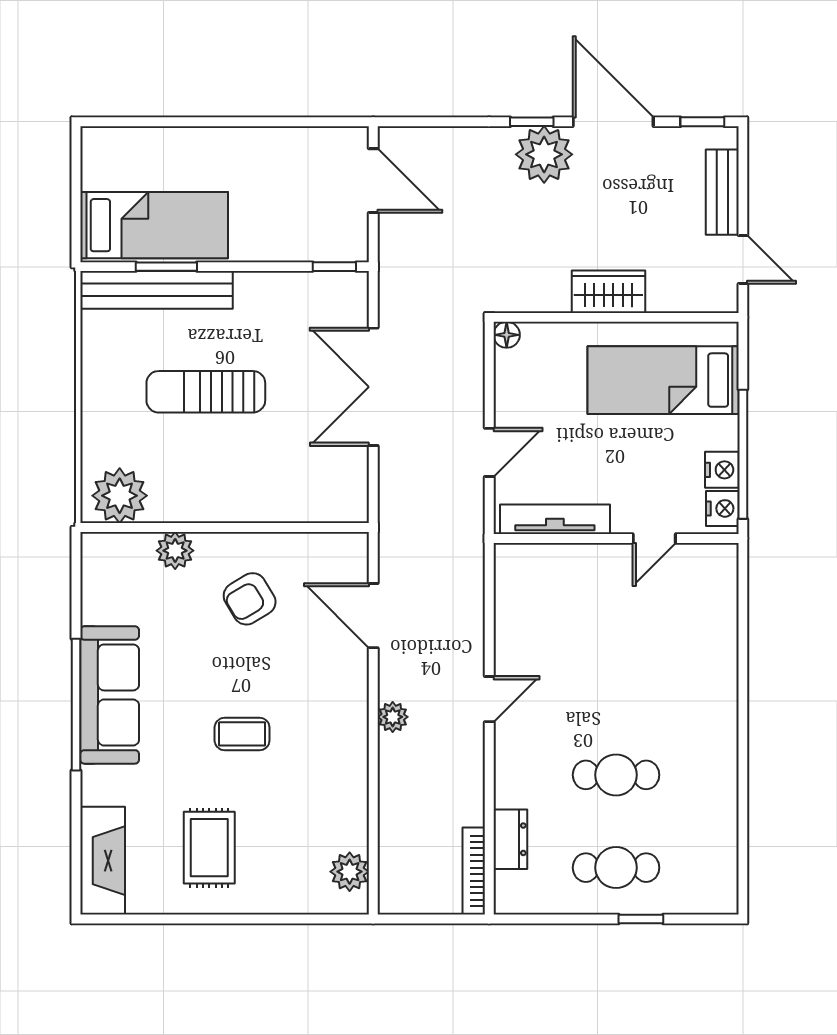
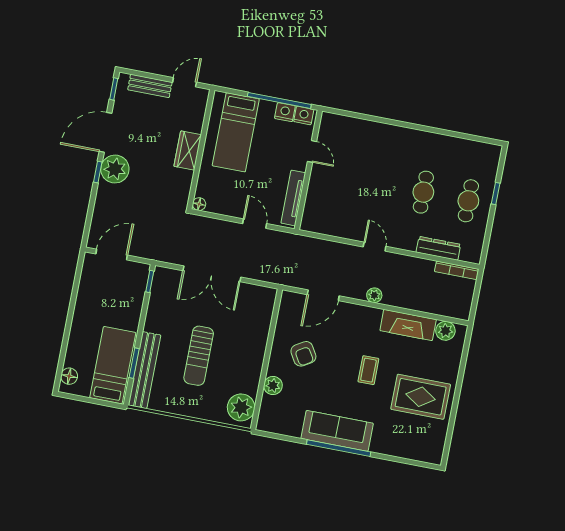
floor lamp: (116, 143) -> (69, 376), added
dresser: (510, 839) -> (438, 248), width x1.44
rug: (209, 848) -> (421, 397), width x1.36, depth x1.43
fireplace: (103, 861) -> (408, 325), moved, turned 180

